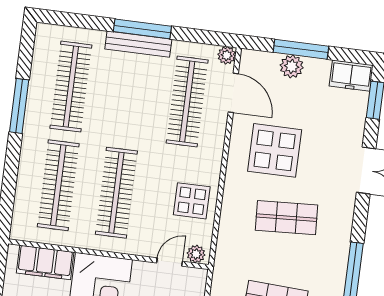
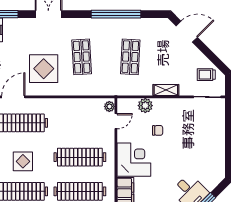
display table: (192, 201) -> (23, 161), moved
door: (170, 262) -> (116, 121), swing flipped

